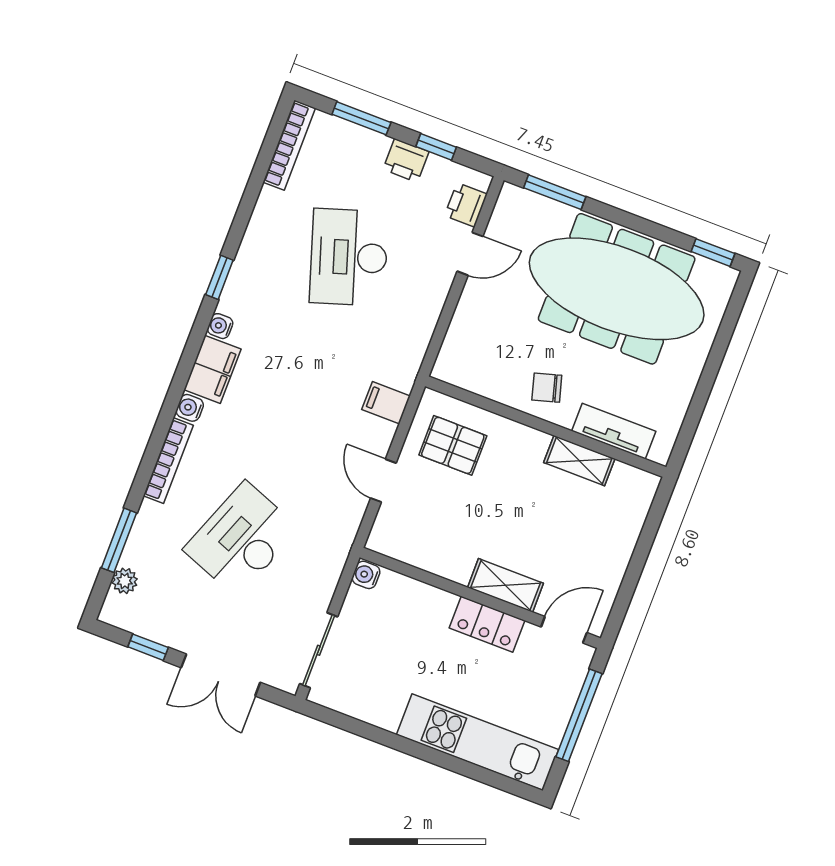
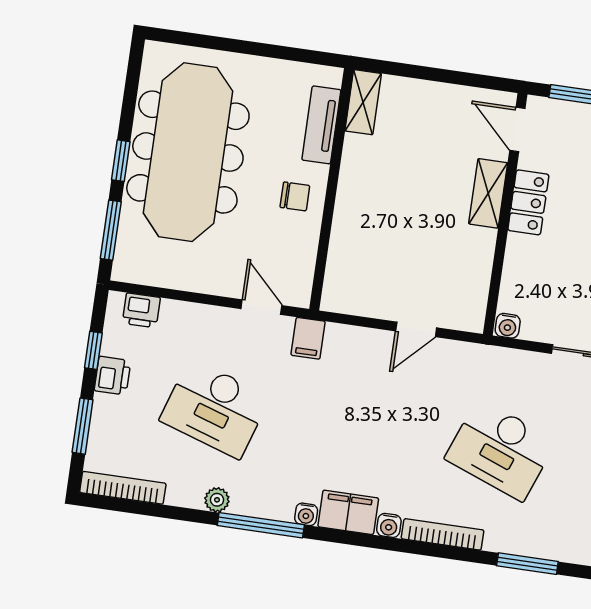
window: (713, 253) -> (121, 161), moved
door: (470, 254) -> (261, 307), moved
desk: (349, 257) -> (215, 409), turned 36
window: (219, 277) -> (261, 525), width x2.17
chair: (547, 388) -> (295, 196), turned -74
filing cabinet: (386, 403) -> (308, 338), moved
pallet: (453, 445) -> (369, 272), removed
shelving: (579, 461) -> (363, 102), moved
plant: (125, 581) -> (217, 500), moved

